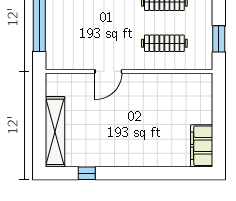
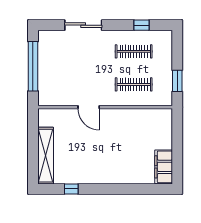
door: (108, 71) -> (89, 107), hinge flipped

